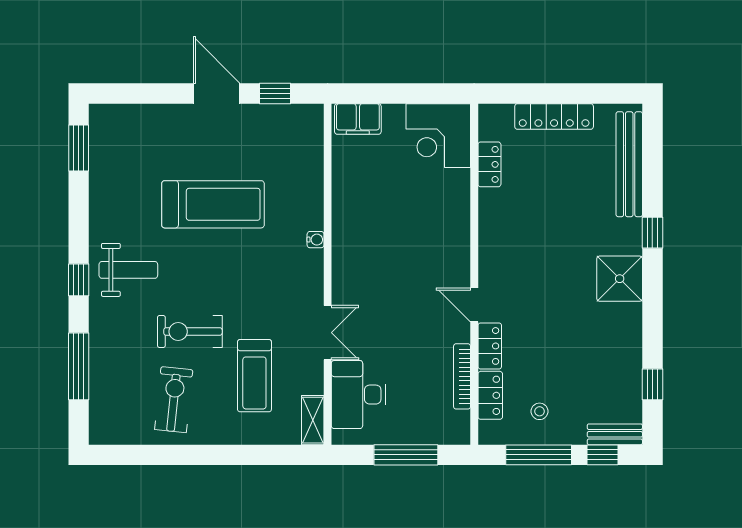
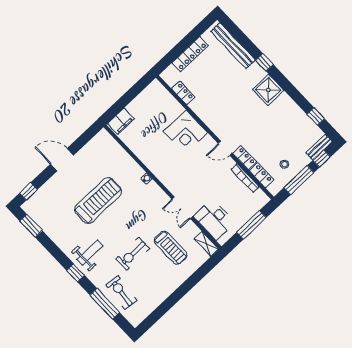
window: (275, 93) -> (29, 191), moved
corner desk: (438, 136) -> (186, 132), moved
double door: (328, 333) -> (182, 208), swing flipped
exercise bike: (174, 400) -> (121, 293), moved

